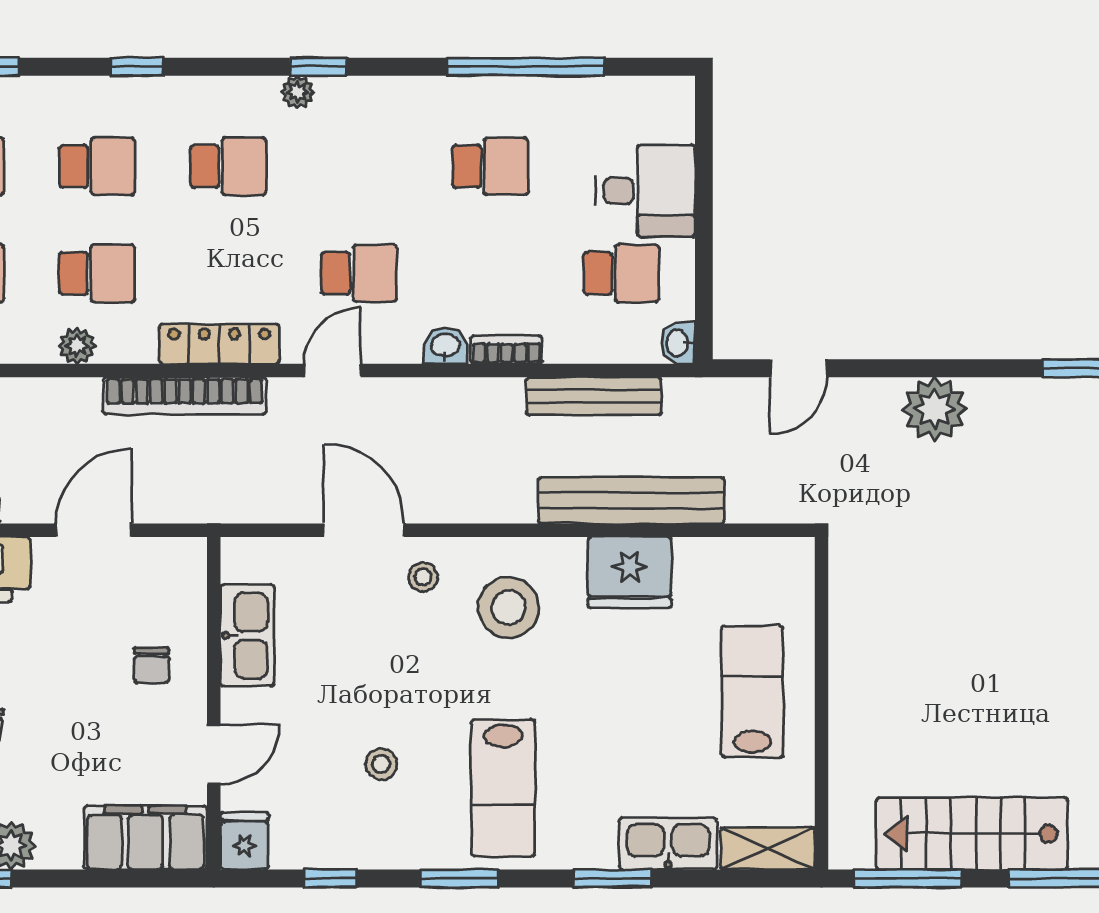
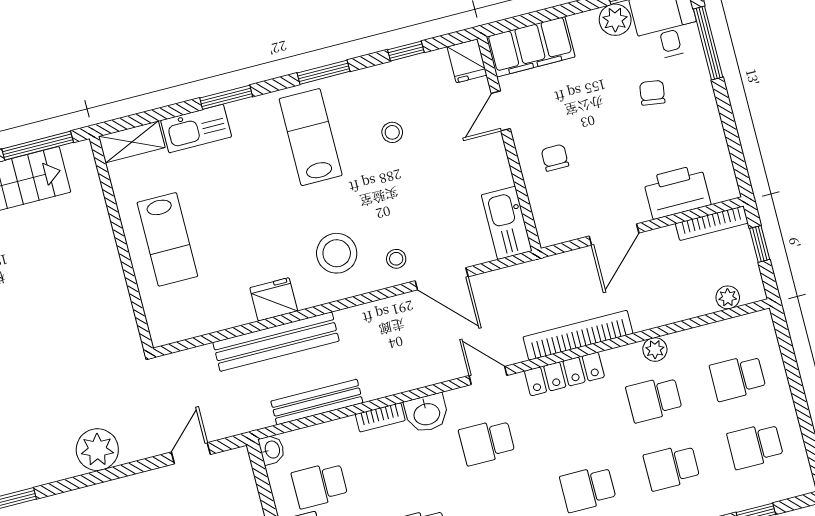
washbasin: (445, 346) -> (427, 413), width x1.38, depth x1.45
door: (332, 371) -> (488, 375), swing flipped
fridge: (630, 572) -> (274, 299), width x0.73, depth x0.75
kitchen sink: (247, 636) -> (507, 223), moved

